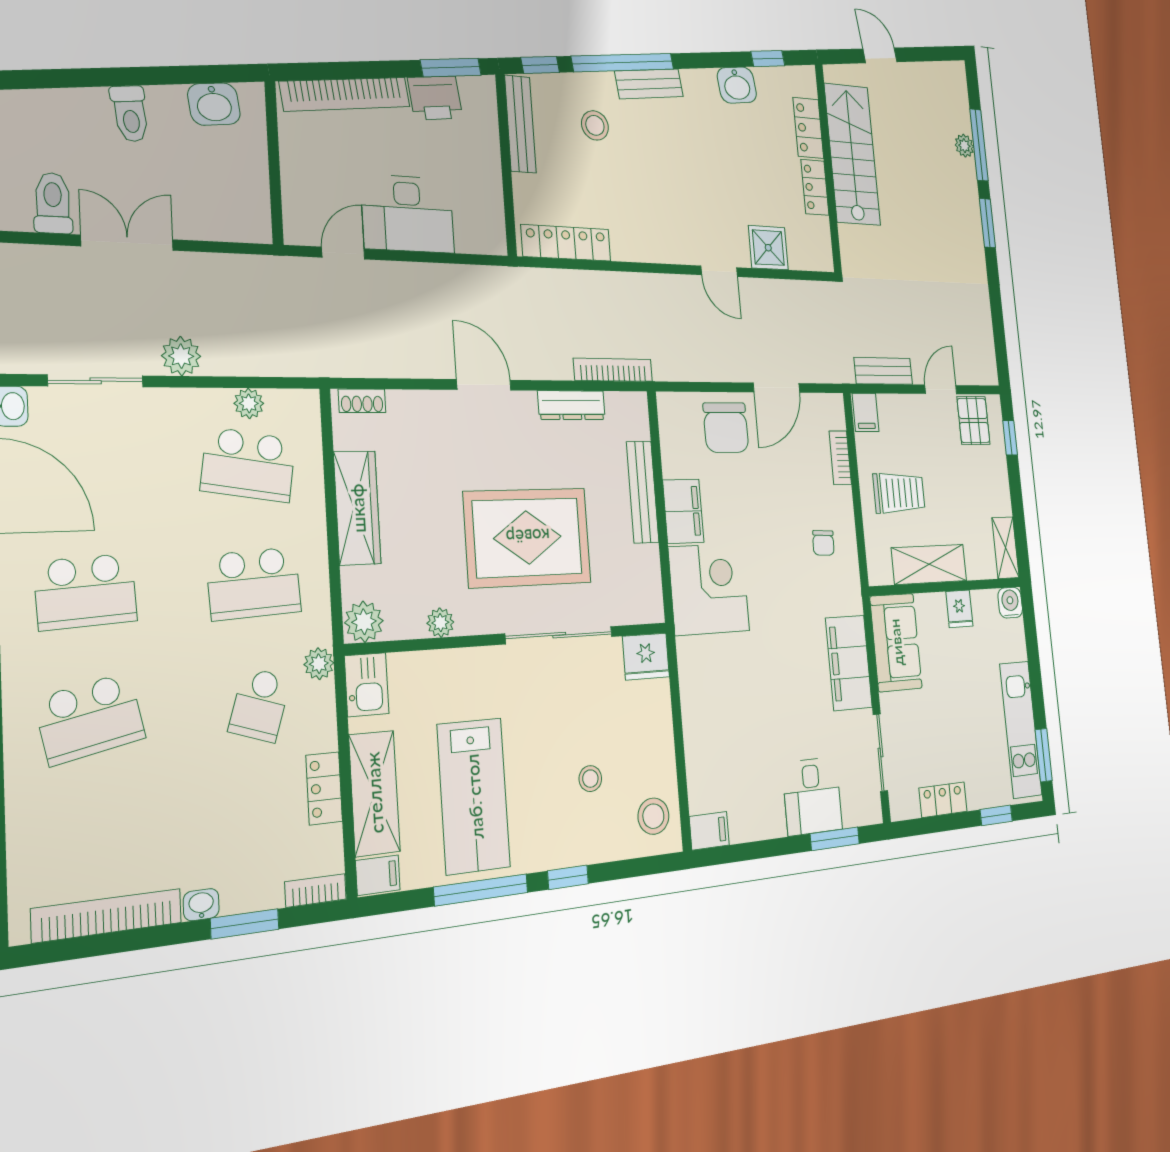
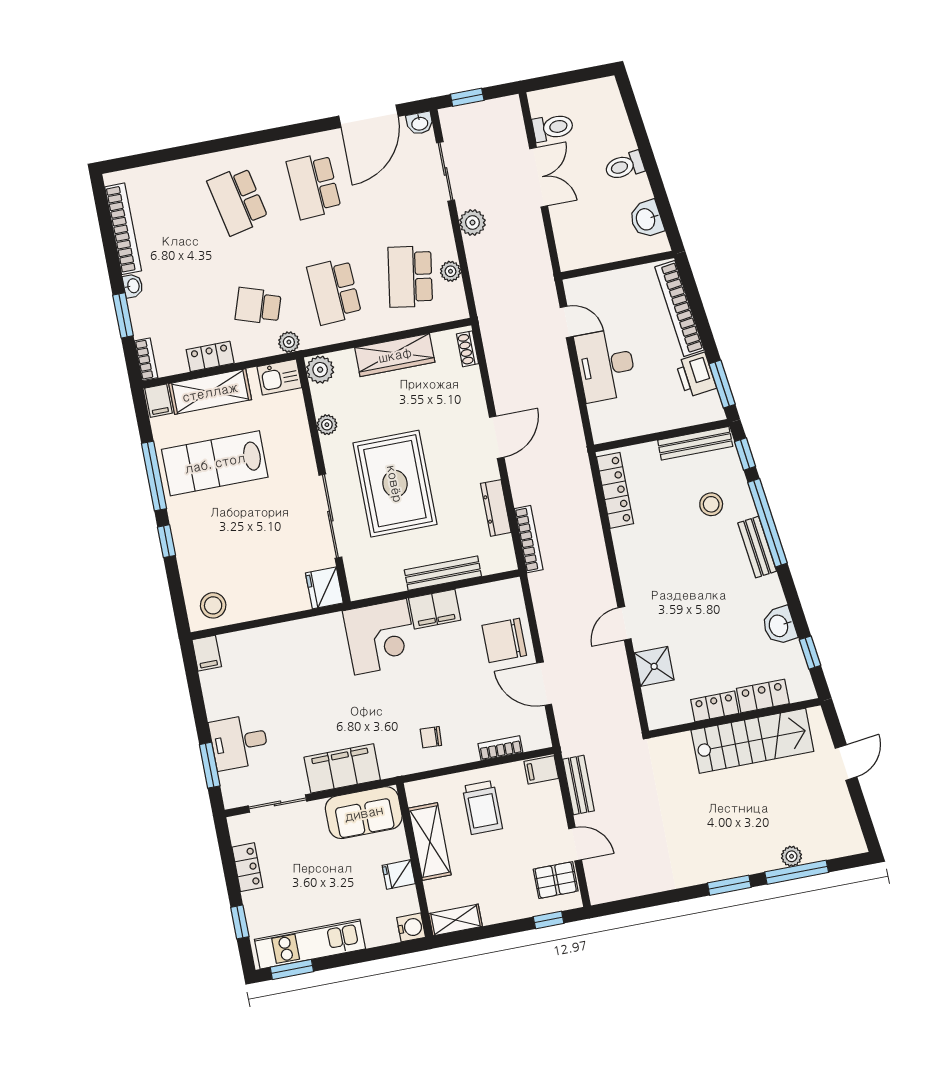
stool: (590, 779) -> (234, 552), removed

